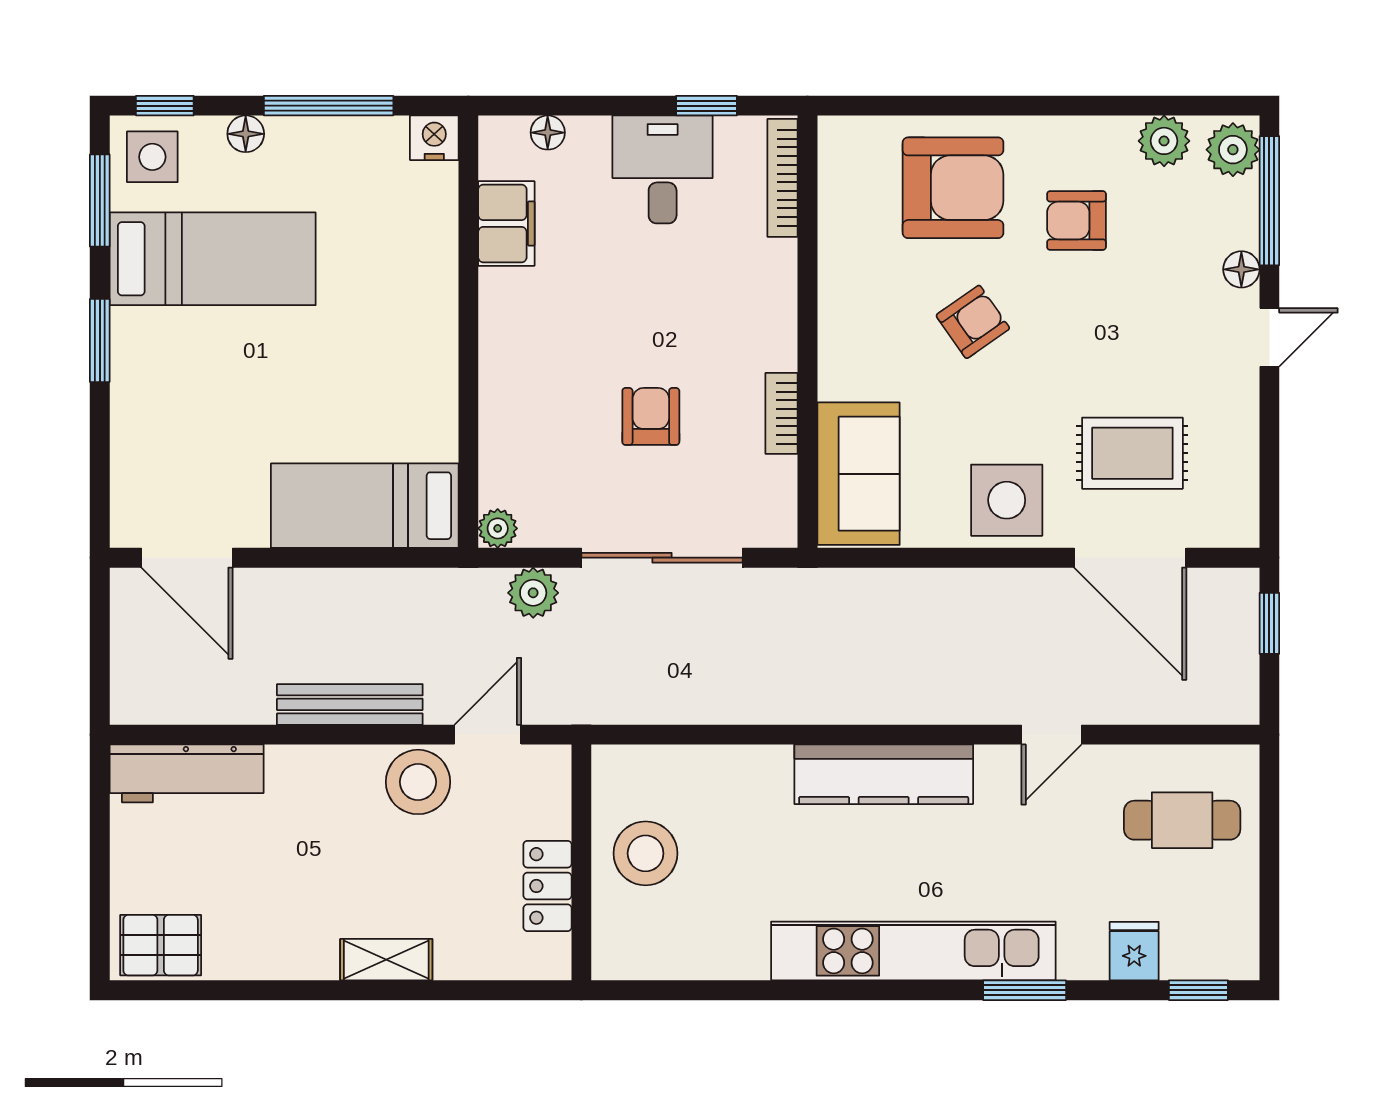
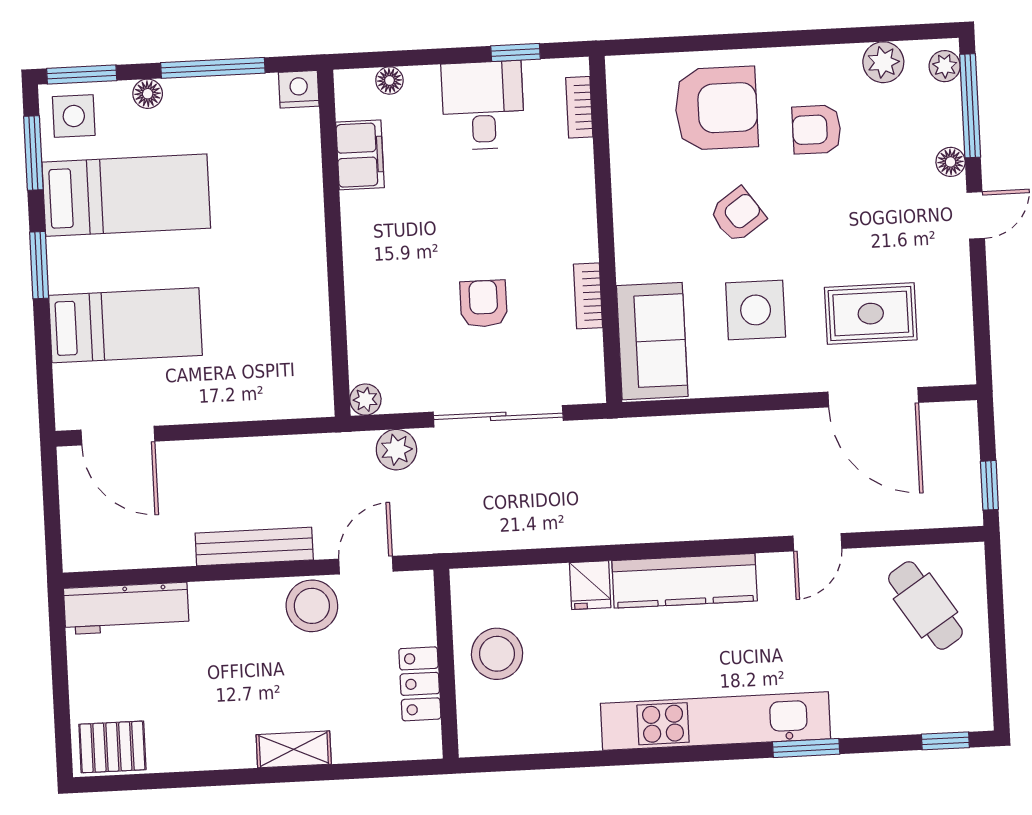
window: (165, 106) -> (82, 74), width x1.50
plant: (1233, 150) -> (945, 66), width x0.73, depth x0.73
bookcase: (782, 178) -> (579, 107), width x0.64
side table: (1007, 500) -> (756, 310), moved
bed: (365, 506) -> (125, 325), moved, turned 180
window: (1269, 623) -> (989, 485), moved
cafe table: (1182, 820) -> (925, 605), turned 57
fridge: (1134, 951) -> (590, 585), moved, turned 180

